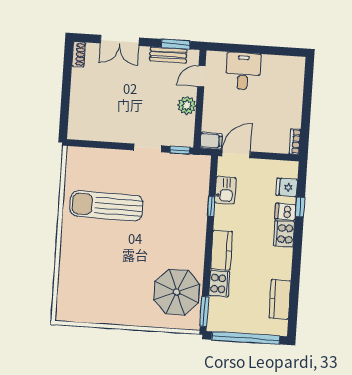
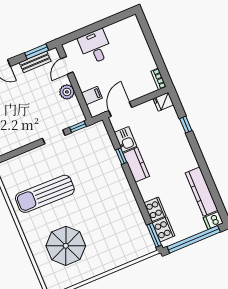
filing cabinet: (211, 141) -> (92, 96), moved
fridge: (287, 187) -> (163, 102), moved
dishwasher: (285, 212) -> (213, 220), moved
cooker: (284, 234) -> (163, 229), moved, turned 180
kitchen counter: (222, 250) -> (136, 165), moved
parasol: (177, 292) -> (66, 246), moved
kitchen counter: (280, 299) -> (202, 192), width x1.50

